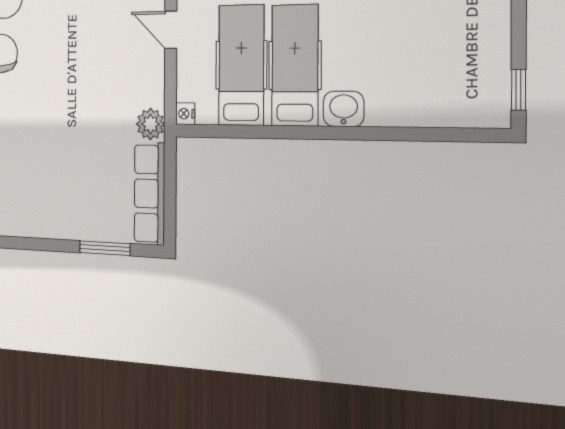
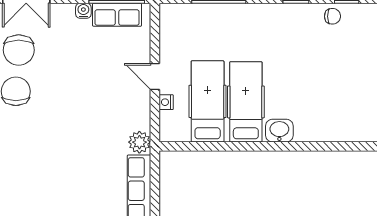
nightstand: (185, 114) -> (166, 102), moved

